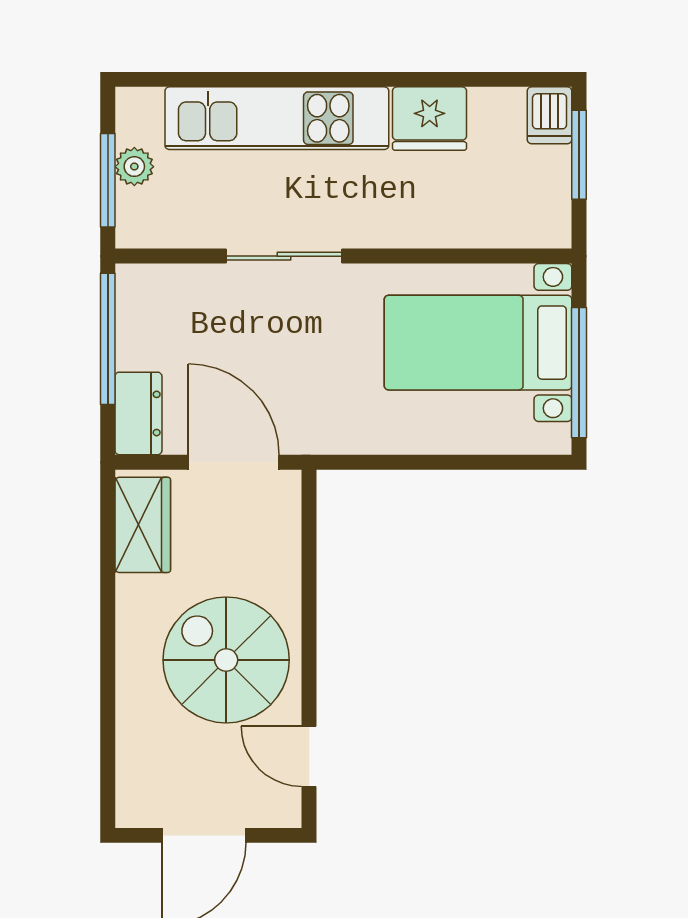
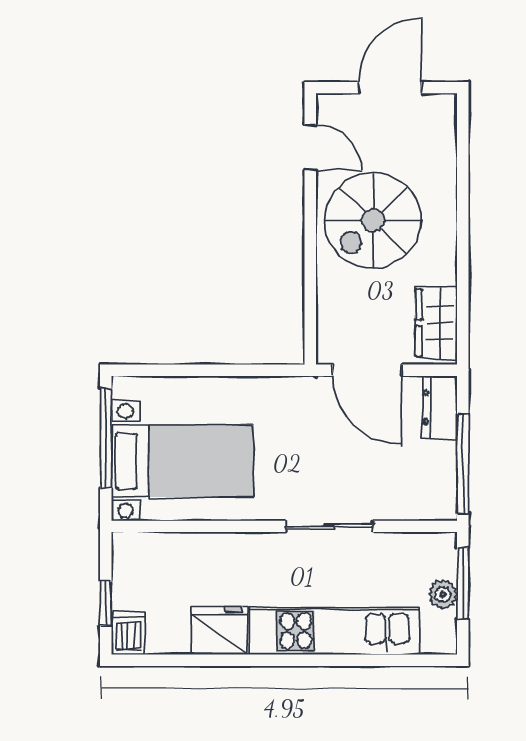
window: (579, 155) -> (106, 603), width x0.67
spiral stairs: (226, 660) -> (373, 220), turned 90

